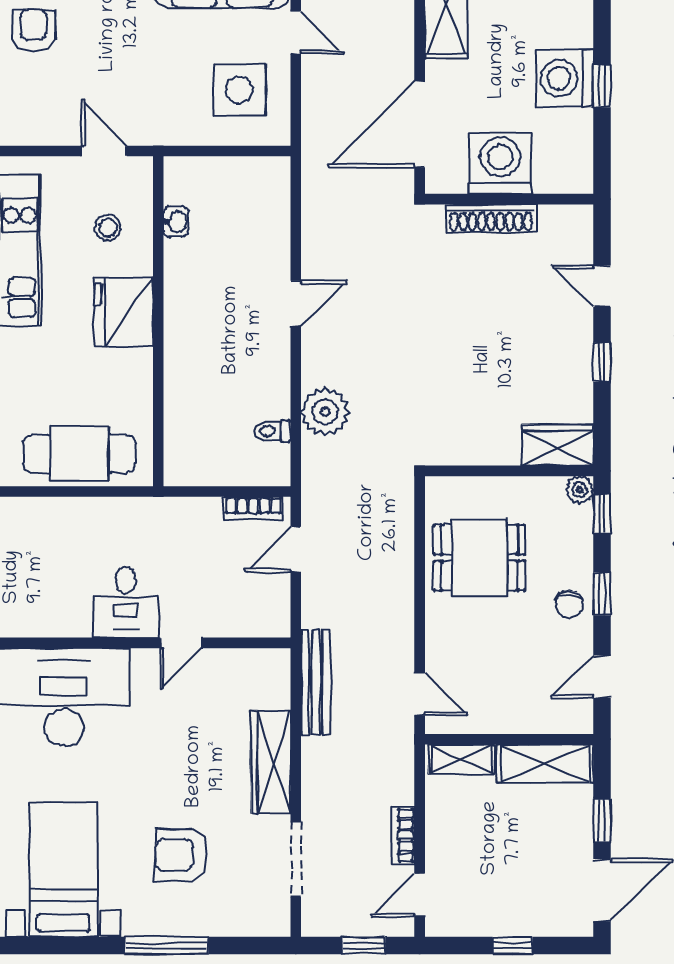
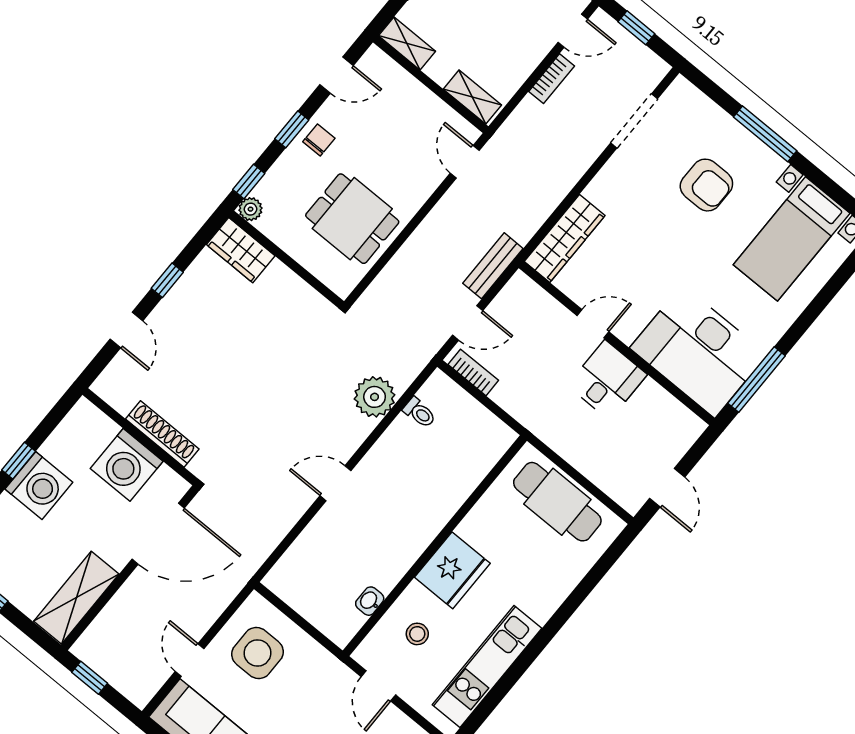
bench: (316, 682) -> (493, 266), moved, width x0.73
wardrobe: (271, 762) -> (565, 238), moved
shelving: (545, 764) -> (407, 43), width x0.67, depth x0.75

